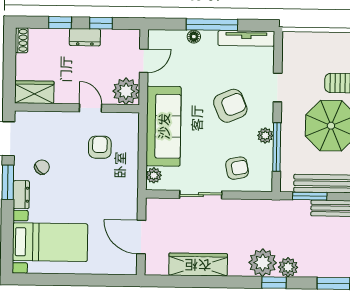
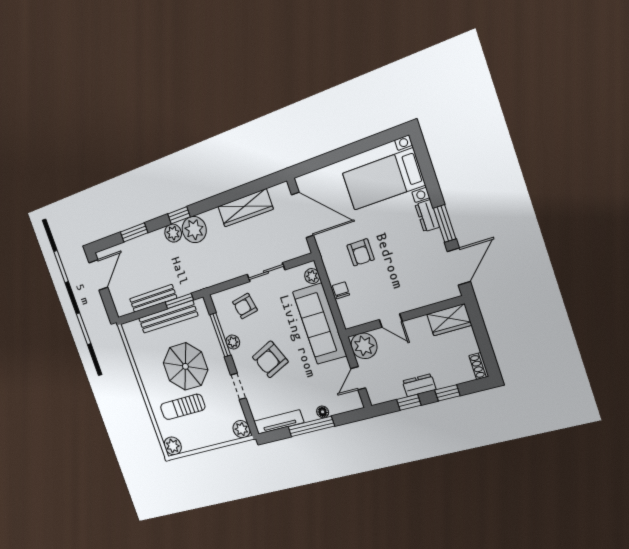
plant: (292, 41) -> (241, 429), added
armchair: (100, 147) -> (361, 252), moved
chair: (42, 167) -> (341, 290), moved, turned 132
door: (141, 237) -> (303, 215), width x1.36

